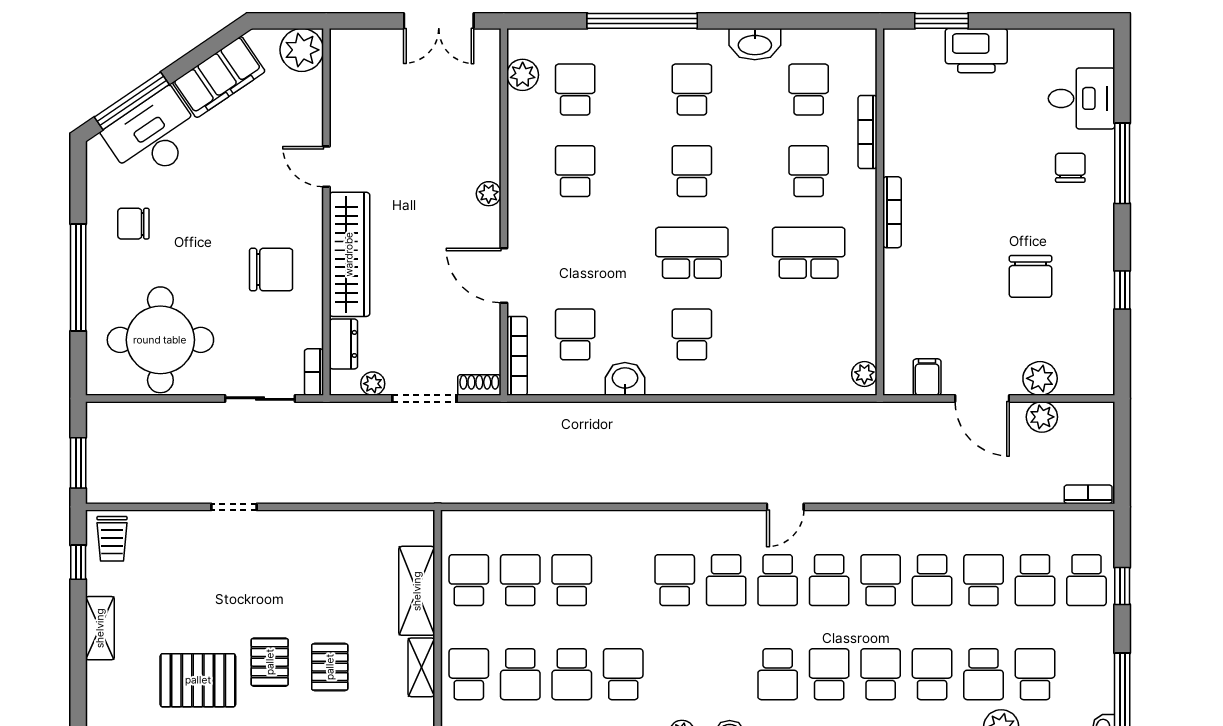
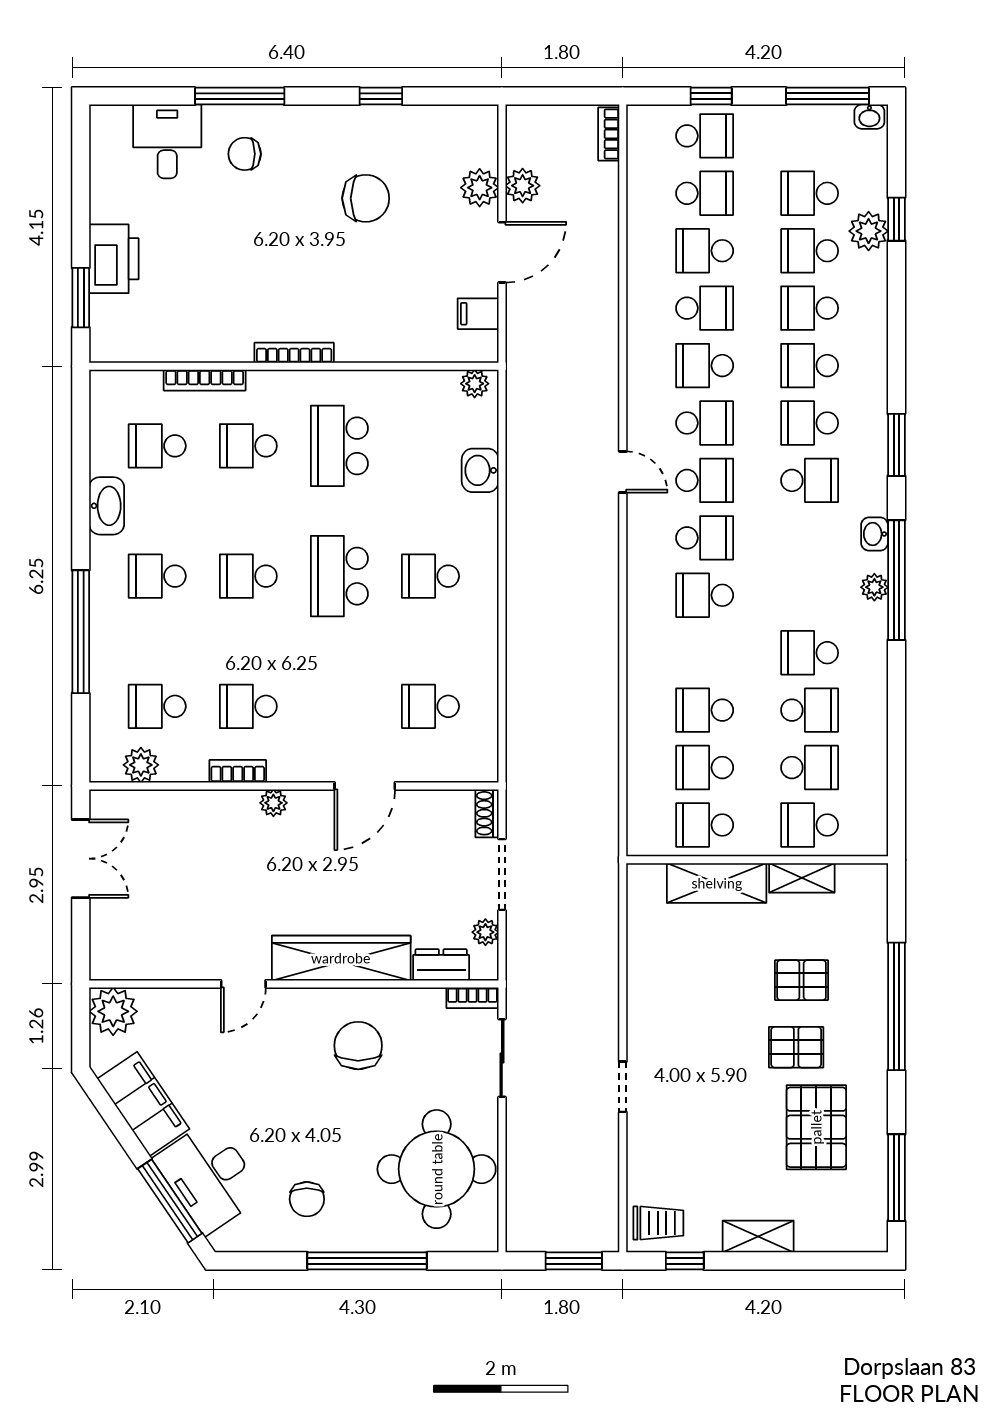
bookcase: (517, 356) -> (238, 771), moved, width x0.64
washbasin: (625, 379) -> (480, 470), moved
school desk: (984, 674) -> (810, 251), turned 180

